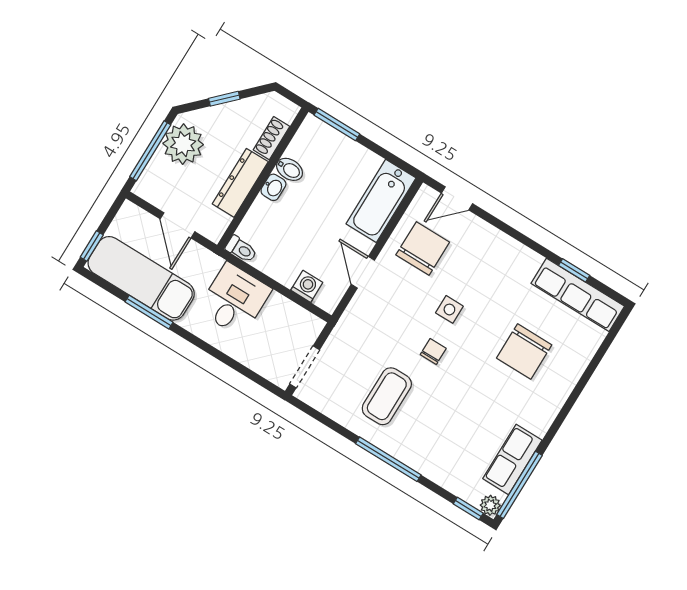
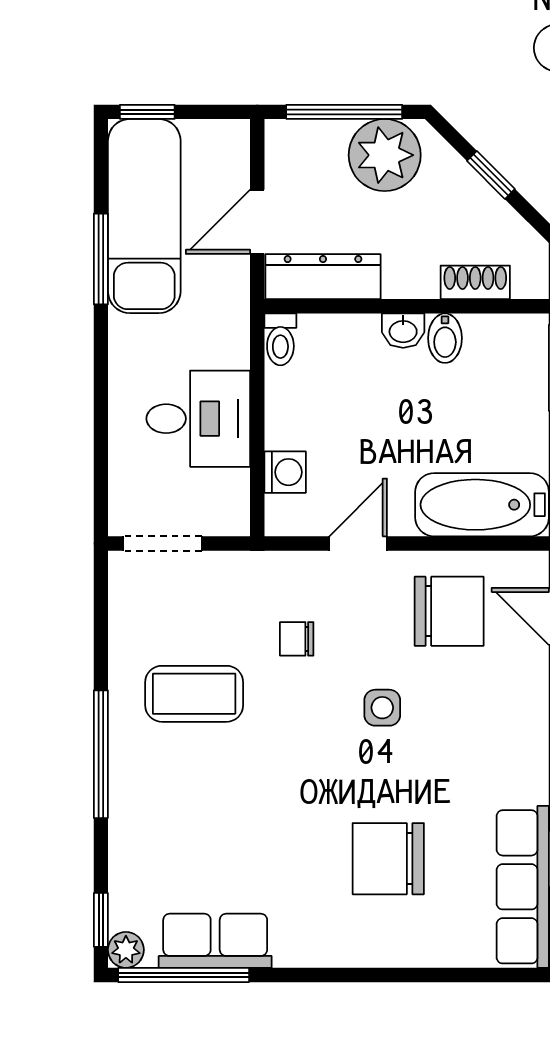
dresser: (240, 183) -> (323, 277), moved
desk: (234, 300) -> (198, 419), moved
chair: (433, 352) -> (297, 639), moved, turned 180

